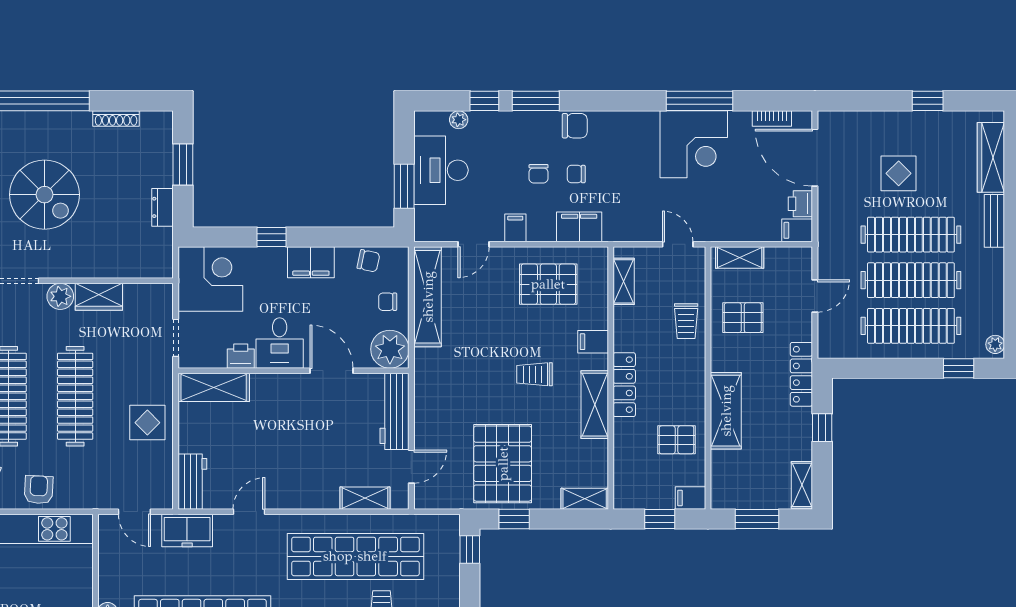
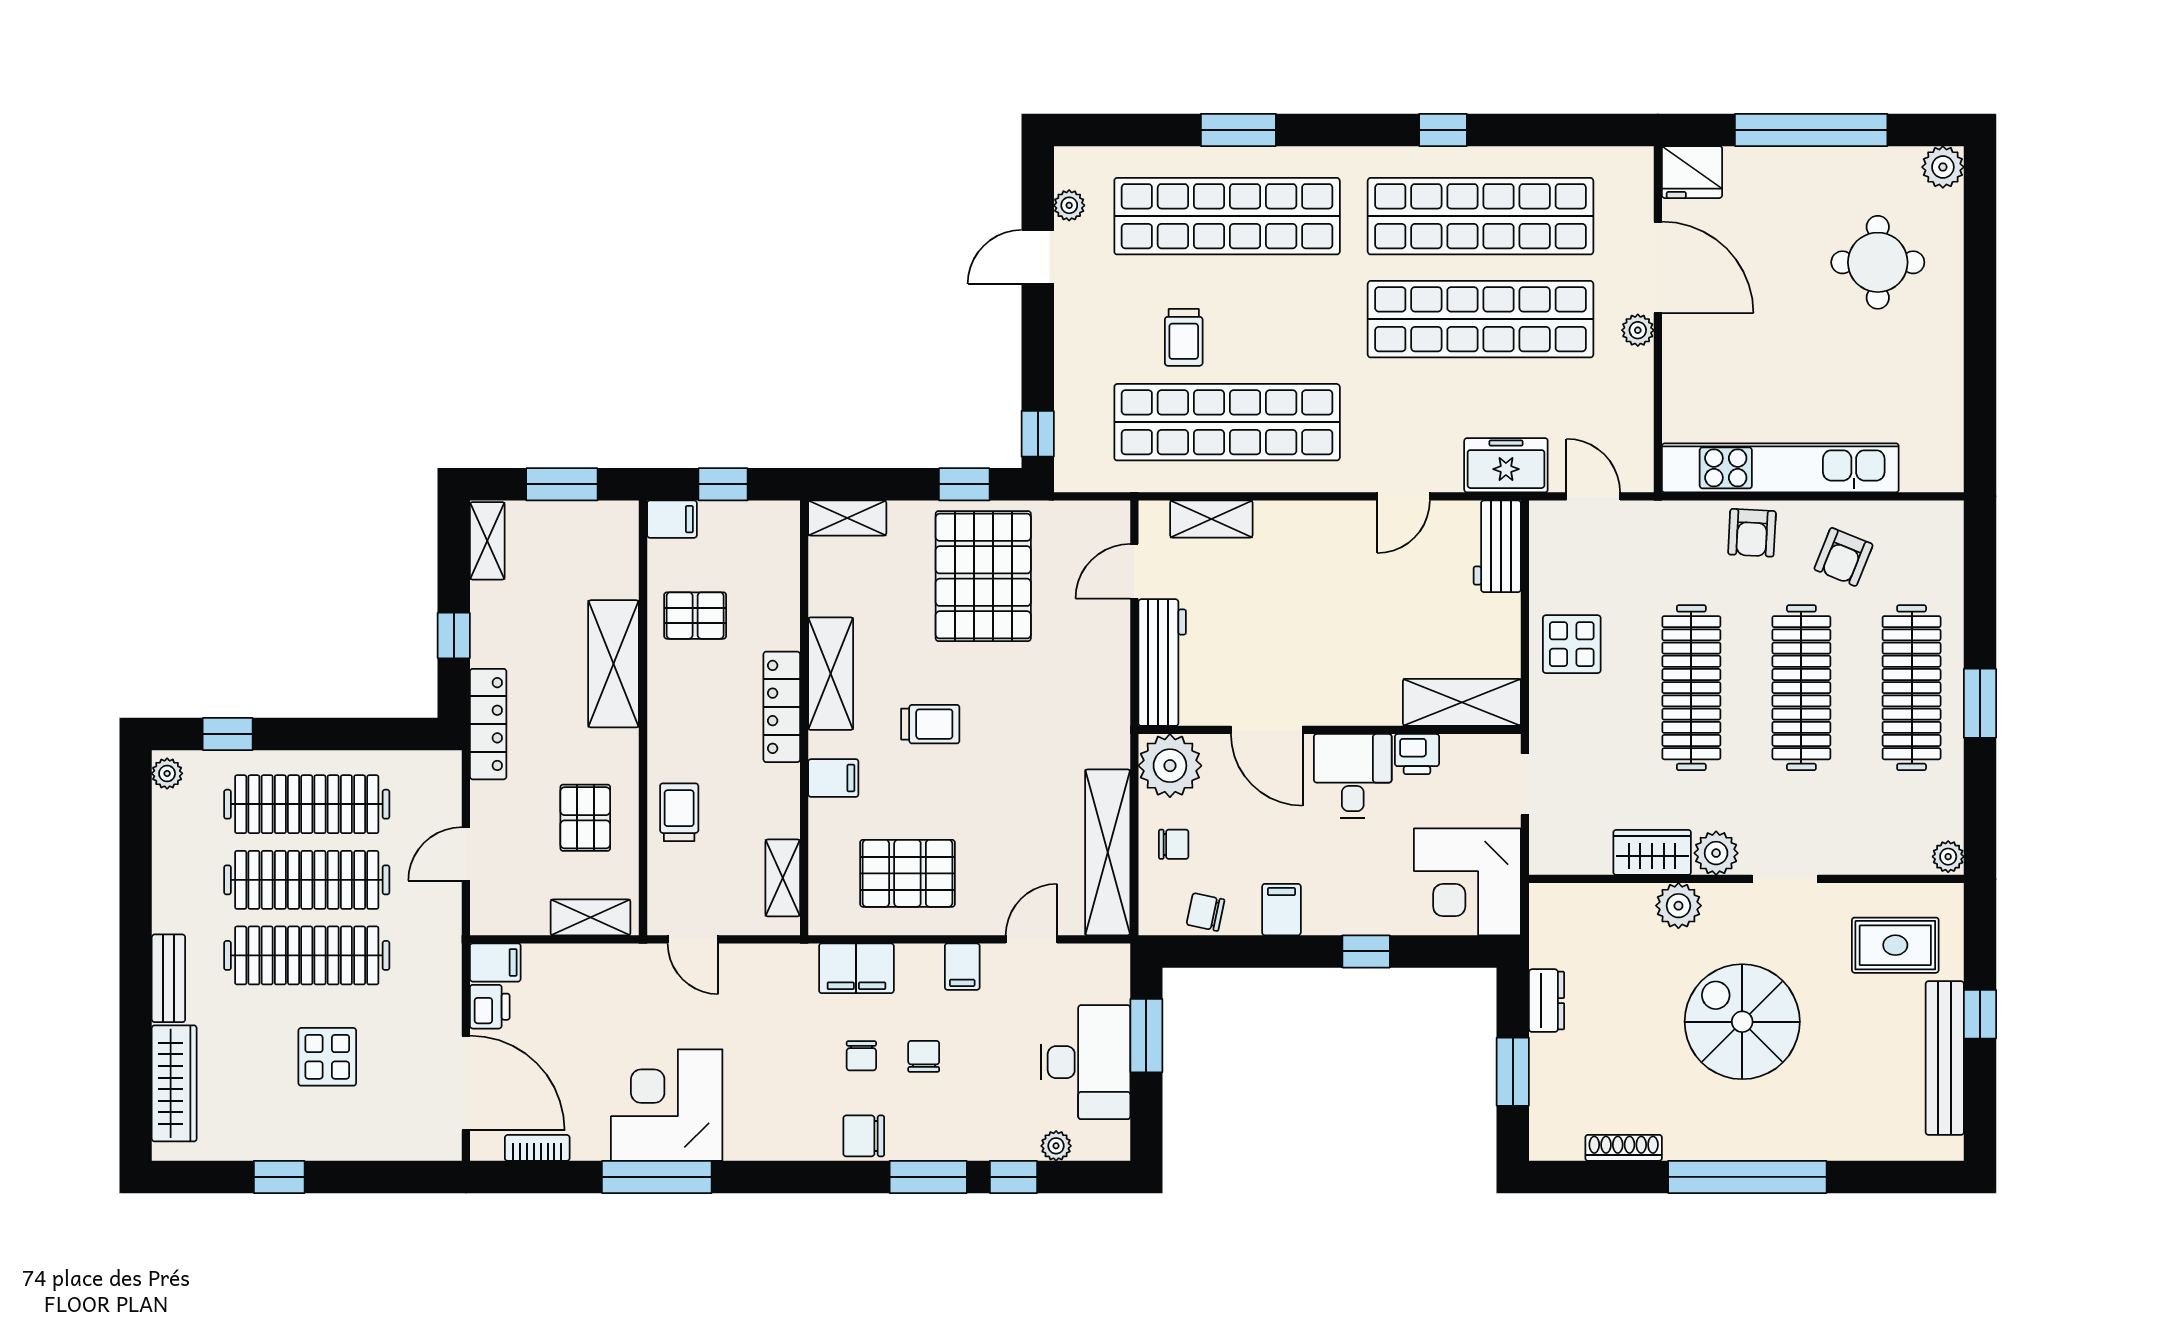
chair: (576, 174) -> (861, 1056), turned 90
filing cabinet: (311, 262) -> (1281, 910), width x0.50
plant: (83, 265) -> (1678, 906), added
pallet: (743, 318) -> (585, 818), turned 90

